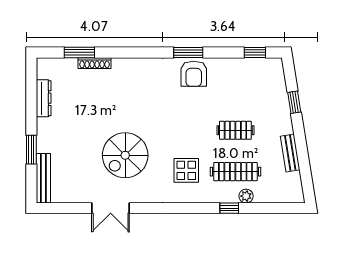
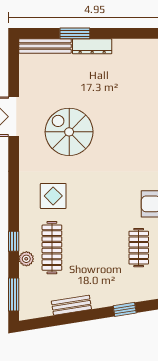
dresser: (44, 98) -> (92, 46), moved
clothes rail: (235, 130) -> (139, 248), moved
window: (280, 208) -> (14, 294), added

